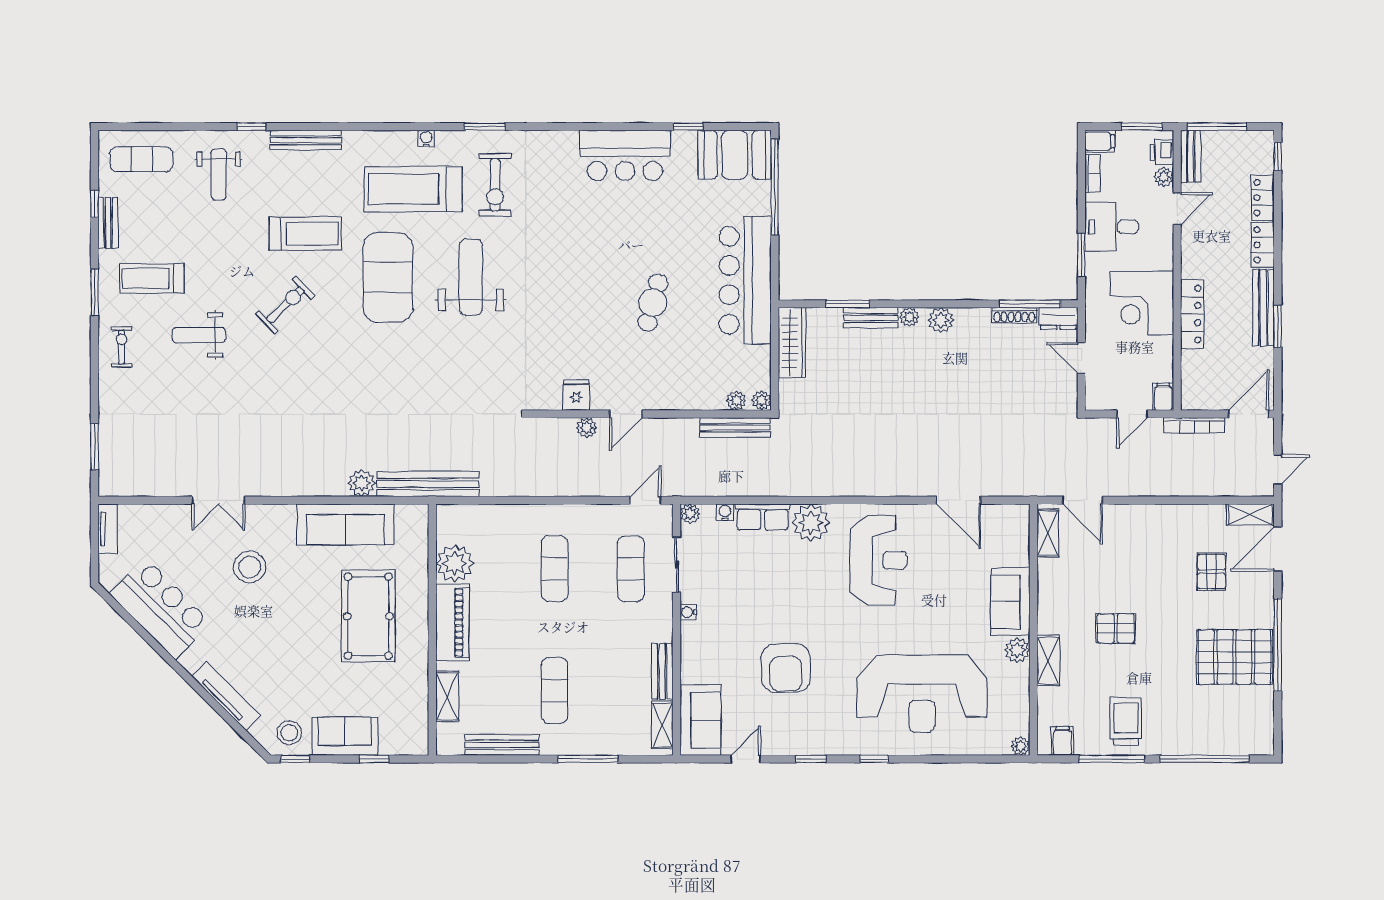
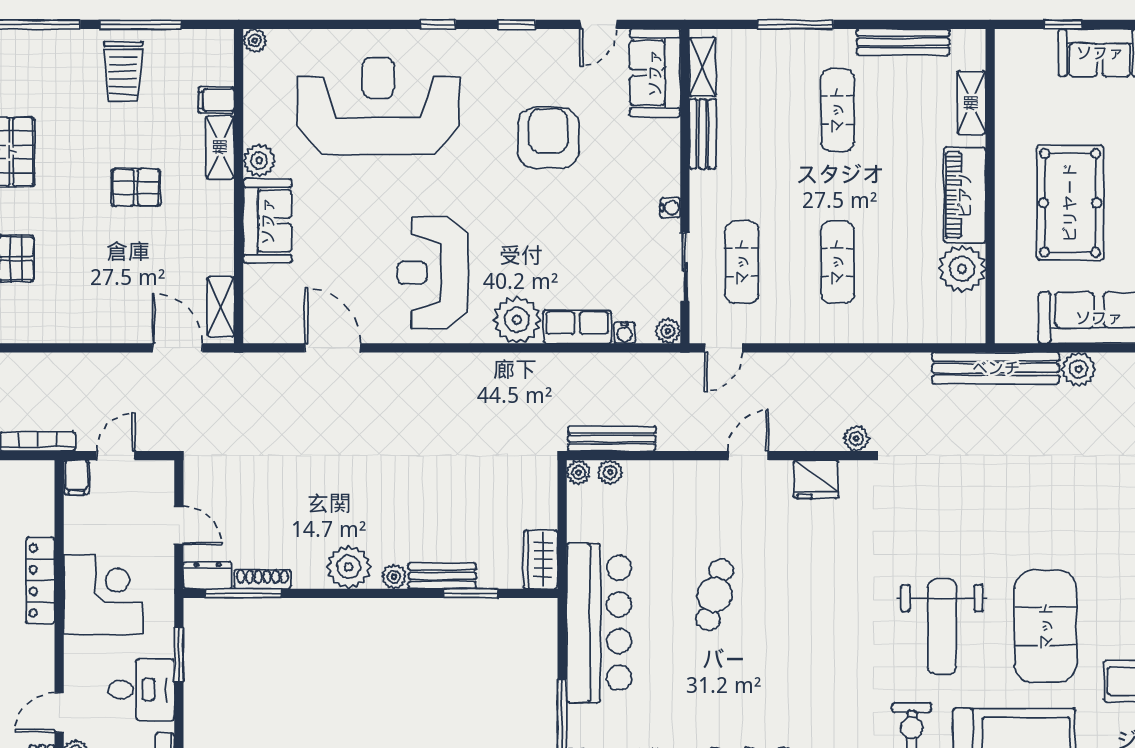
plant: (941, 320) -> (349, 567), width x1.36, depth x1.36
wardrobe: (792, 343) -> (541, 559), width x0.67
fridge: (576, 395) -> (816, 479), width x1.38
plant: (587, 428) -> (856, 438), moved
filing cabinet: (1062, 741) -> (216, 100), moved, turned 90

